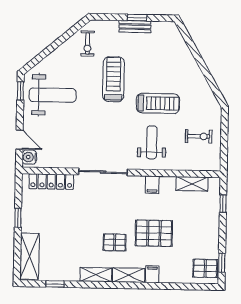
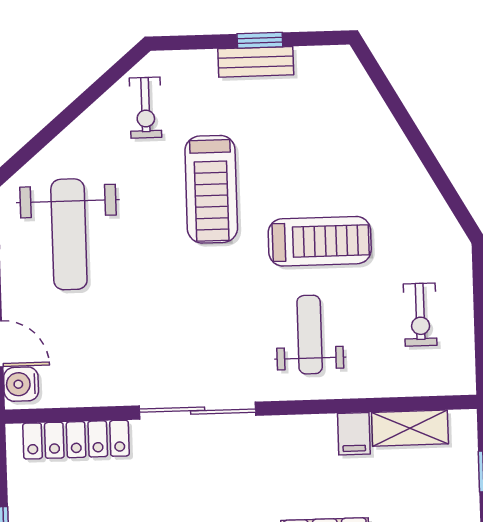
treadmill: (113, 79) -> (211, 189), turned 180
weight bench: (53, 95) -> (69, 234), turned 90
exercise bike: (199, 136) -> (420, 315), turned 90
filing cabinet: (152, 185) -> (354, 434), moved

